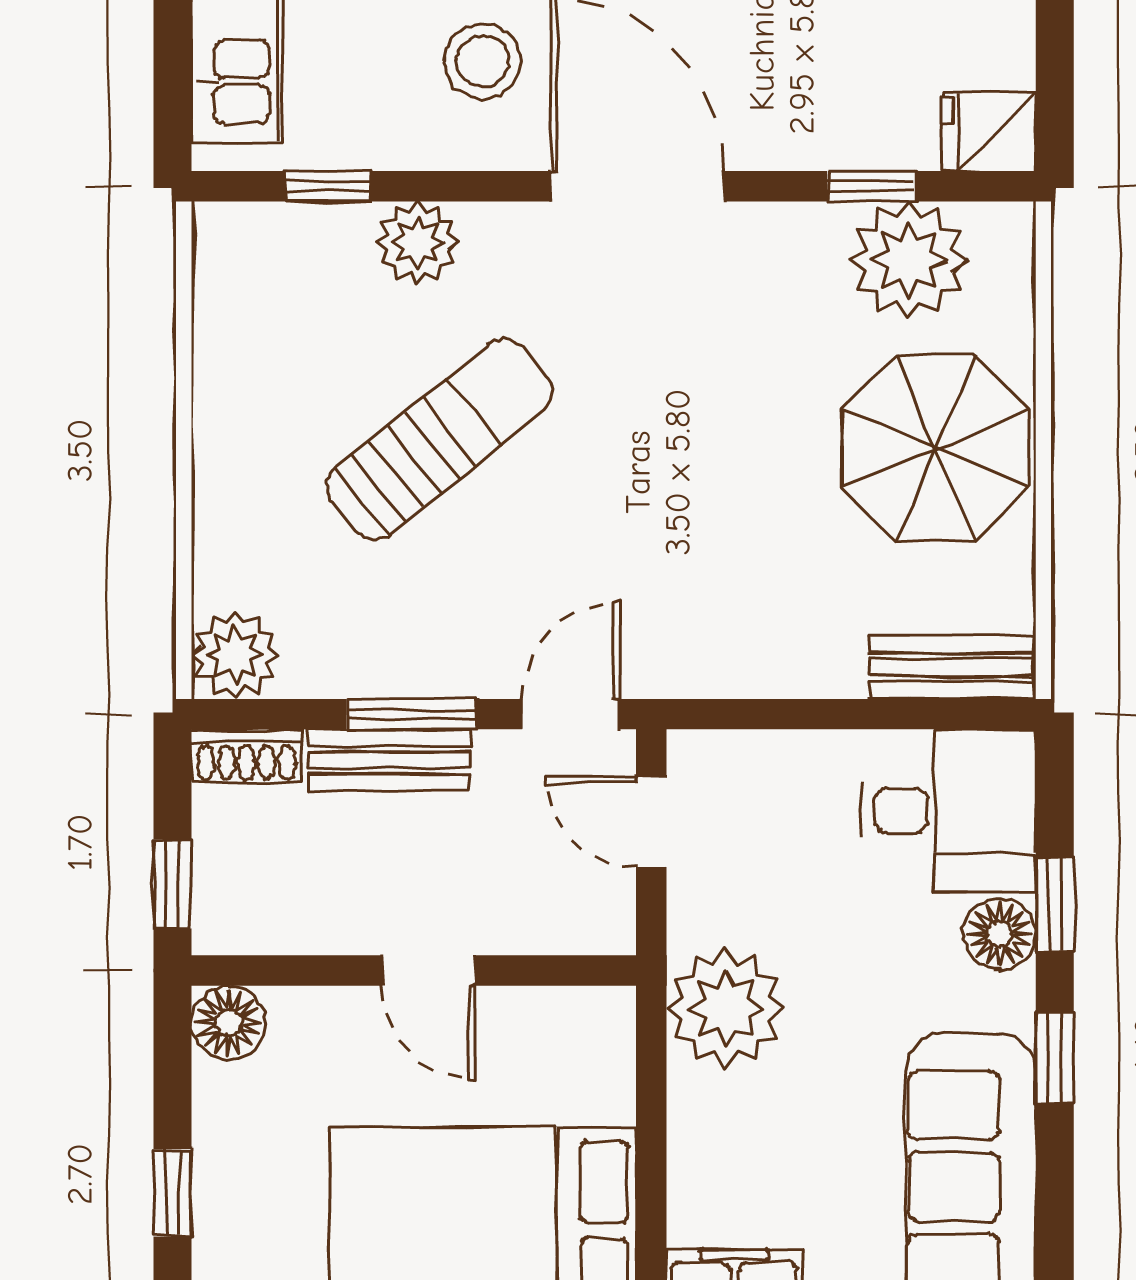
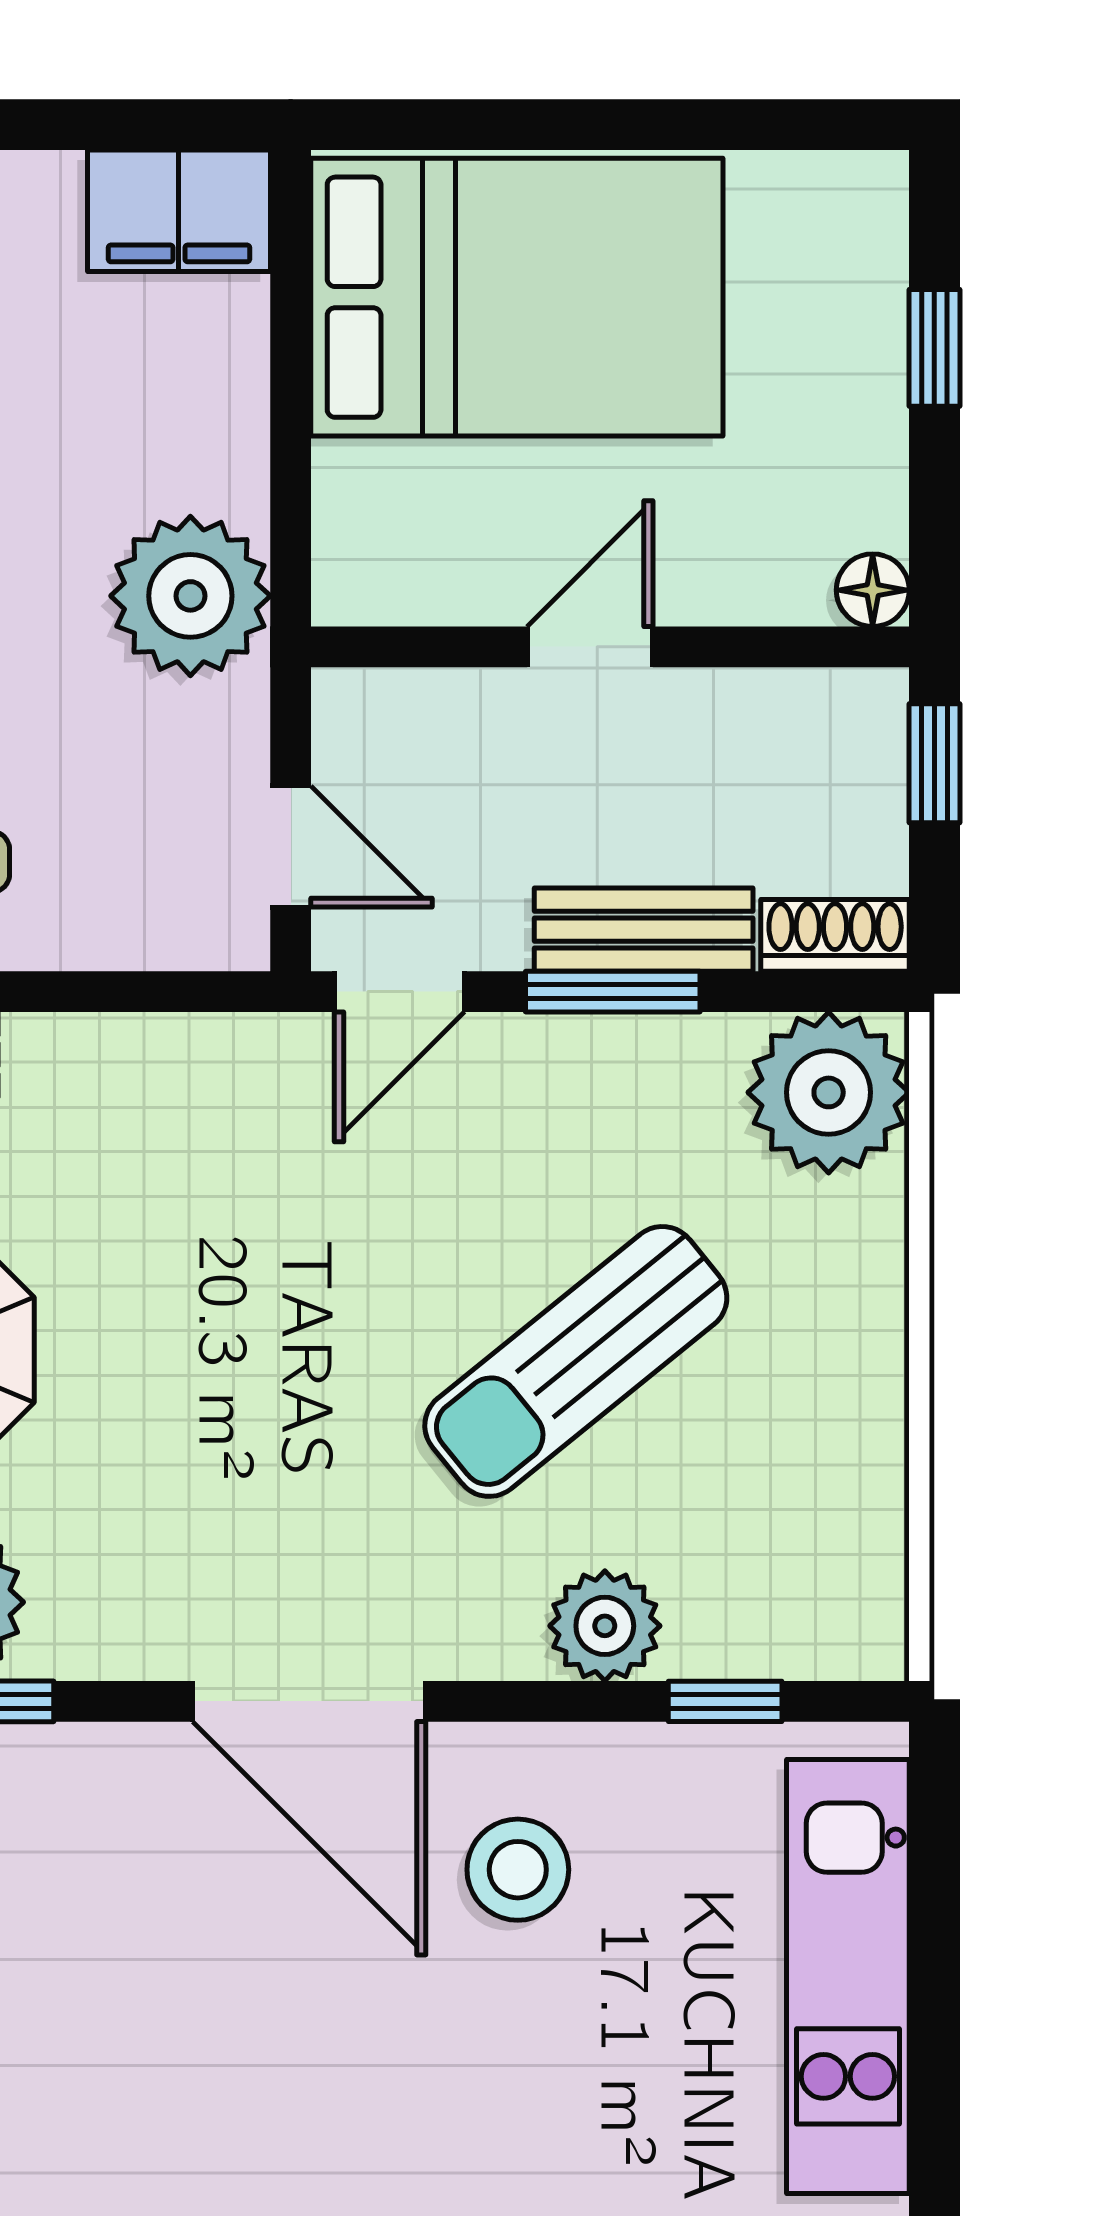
plant: (235, 655) -> (829, 1092), width x1.36, depth x1.36
door: (429, 970) -> (590, 647), hinge flipped
floor lamp: (228, 1023) -> (873, 590), width x0.73, depth x0.73

